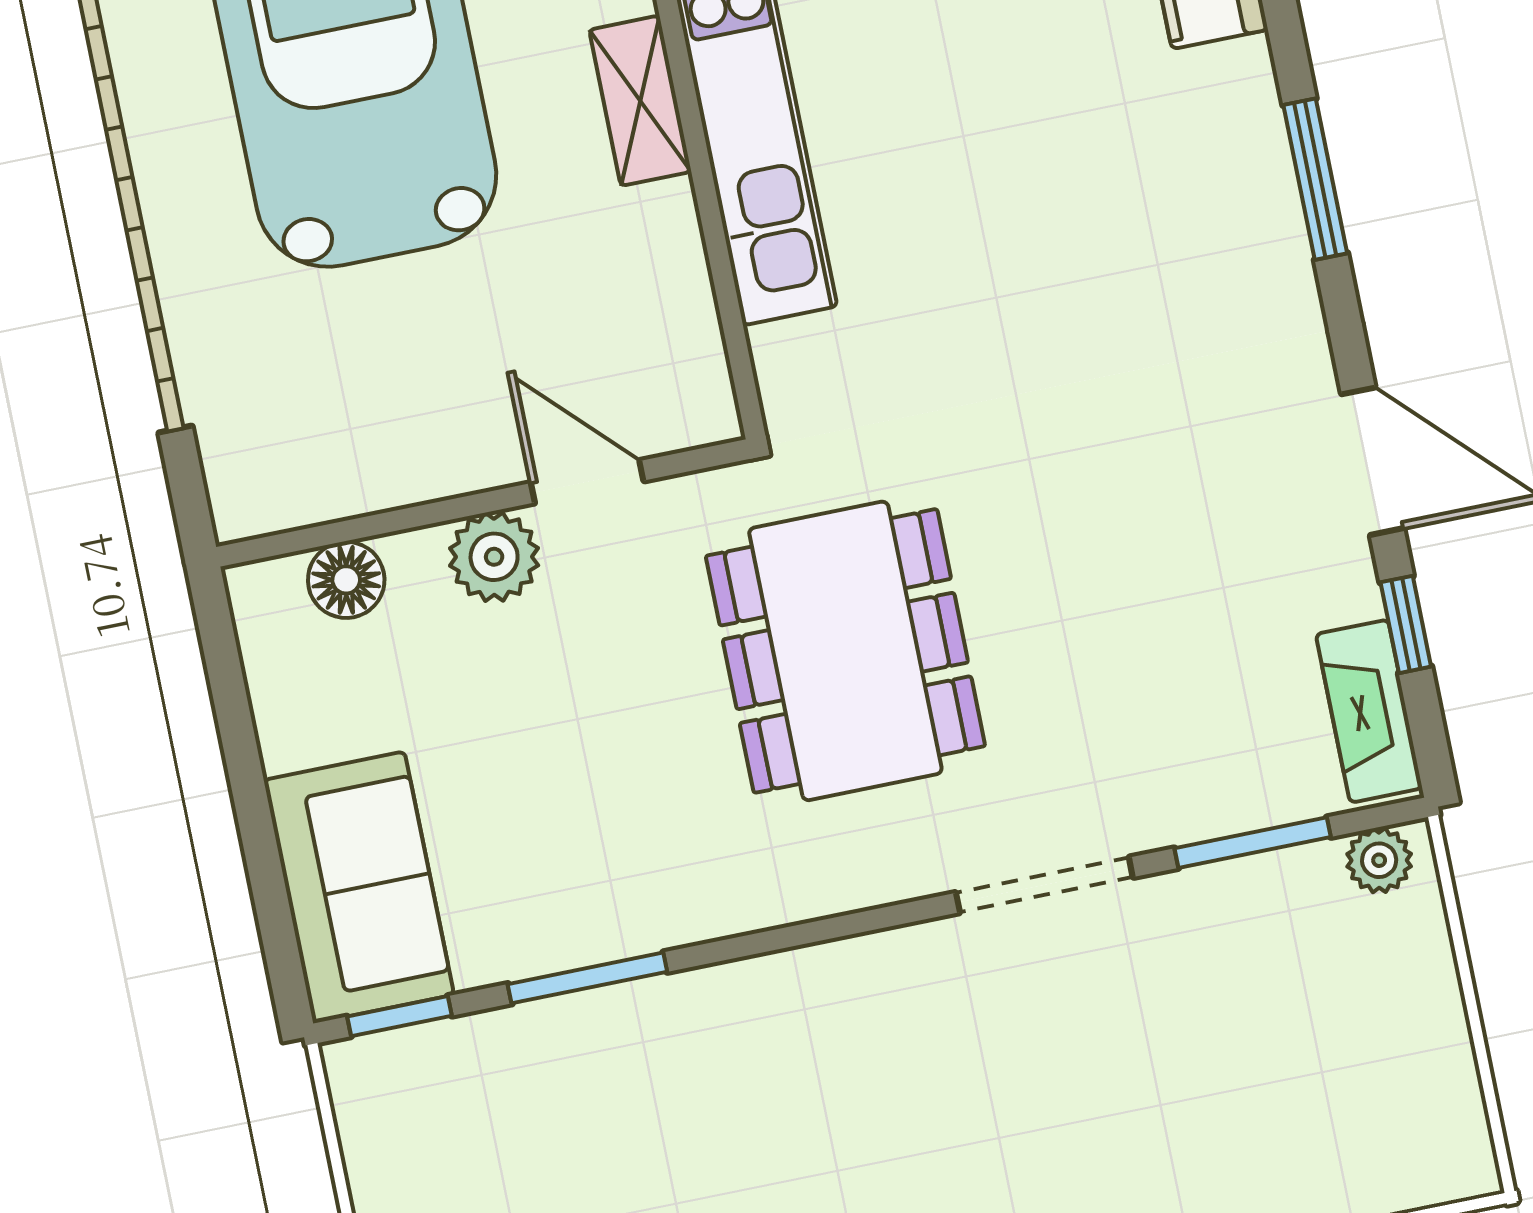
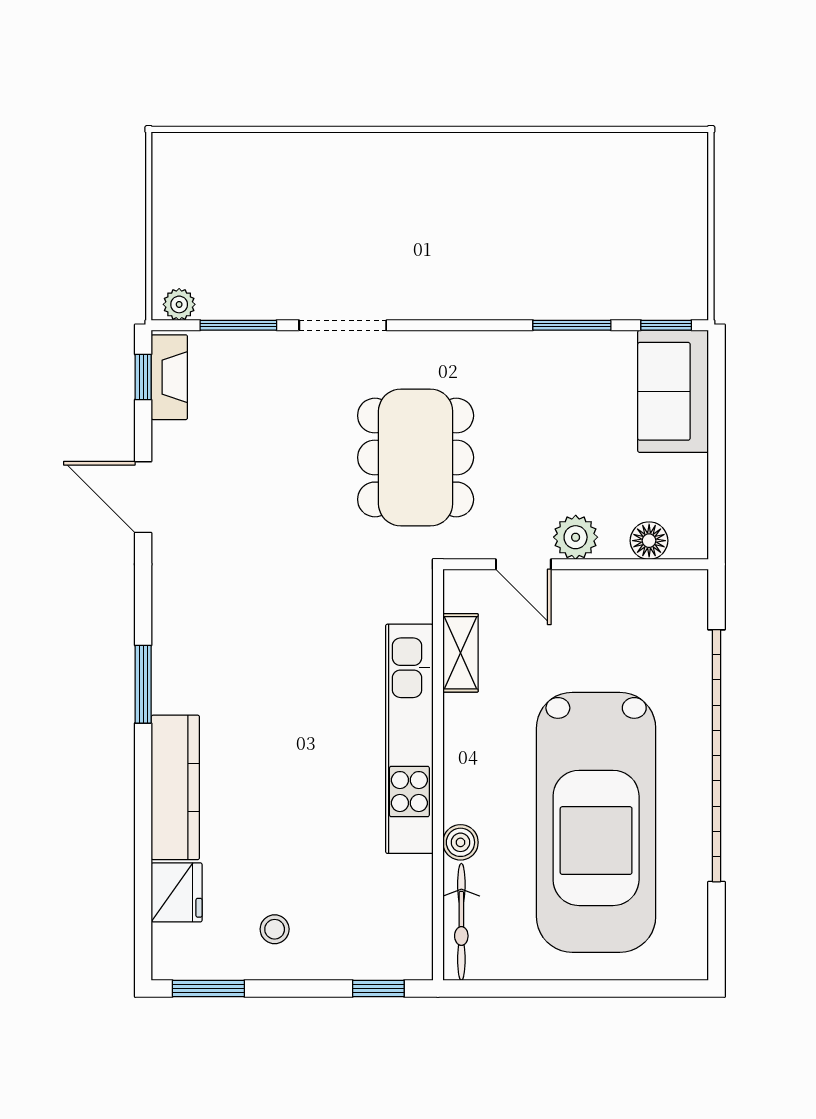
shelving: (640, 101) -> (460, 653), moved
window: (1315, 179) -> (143, 684), moved
window: (1406, 624) -> (143, 377), moved

